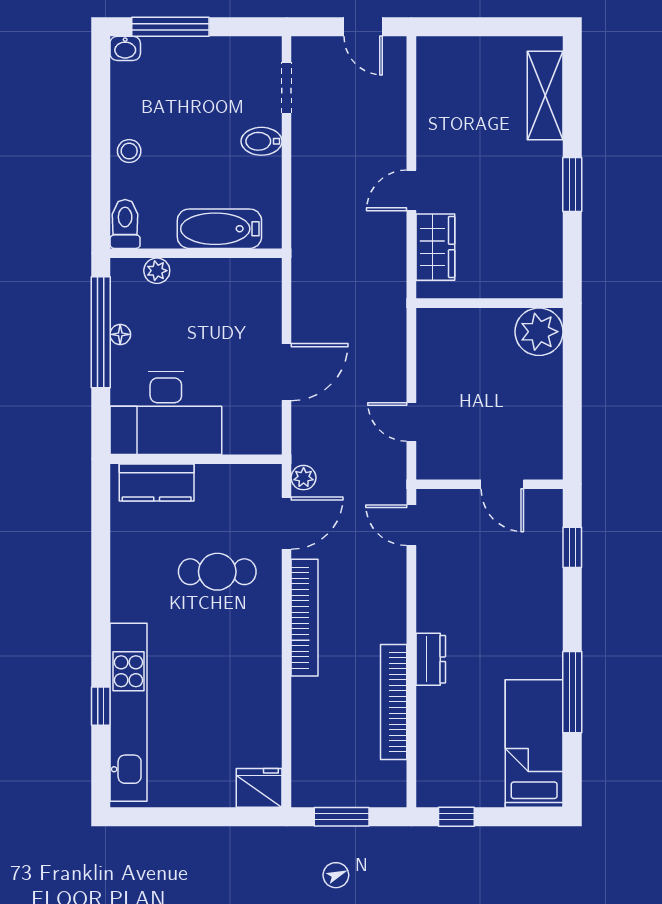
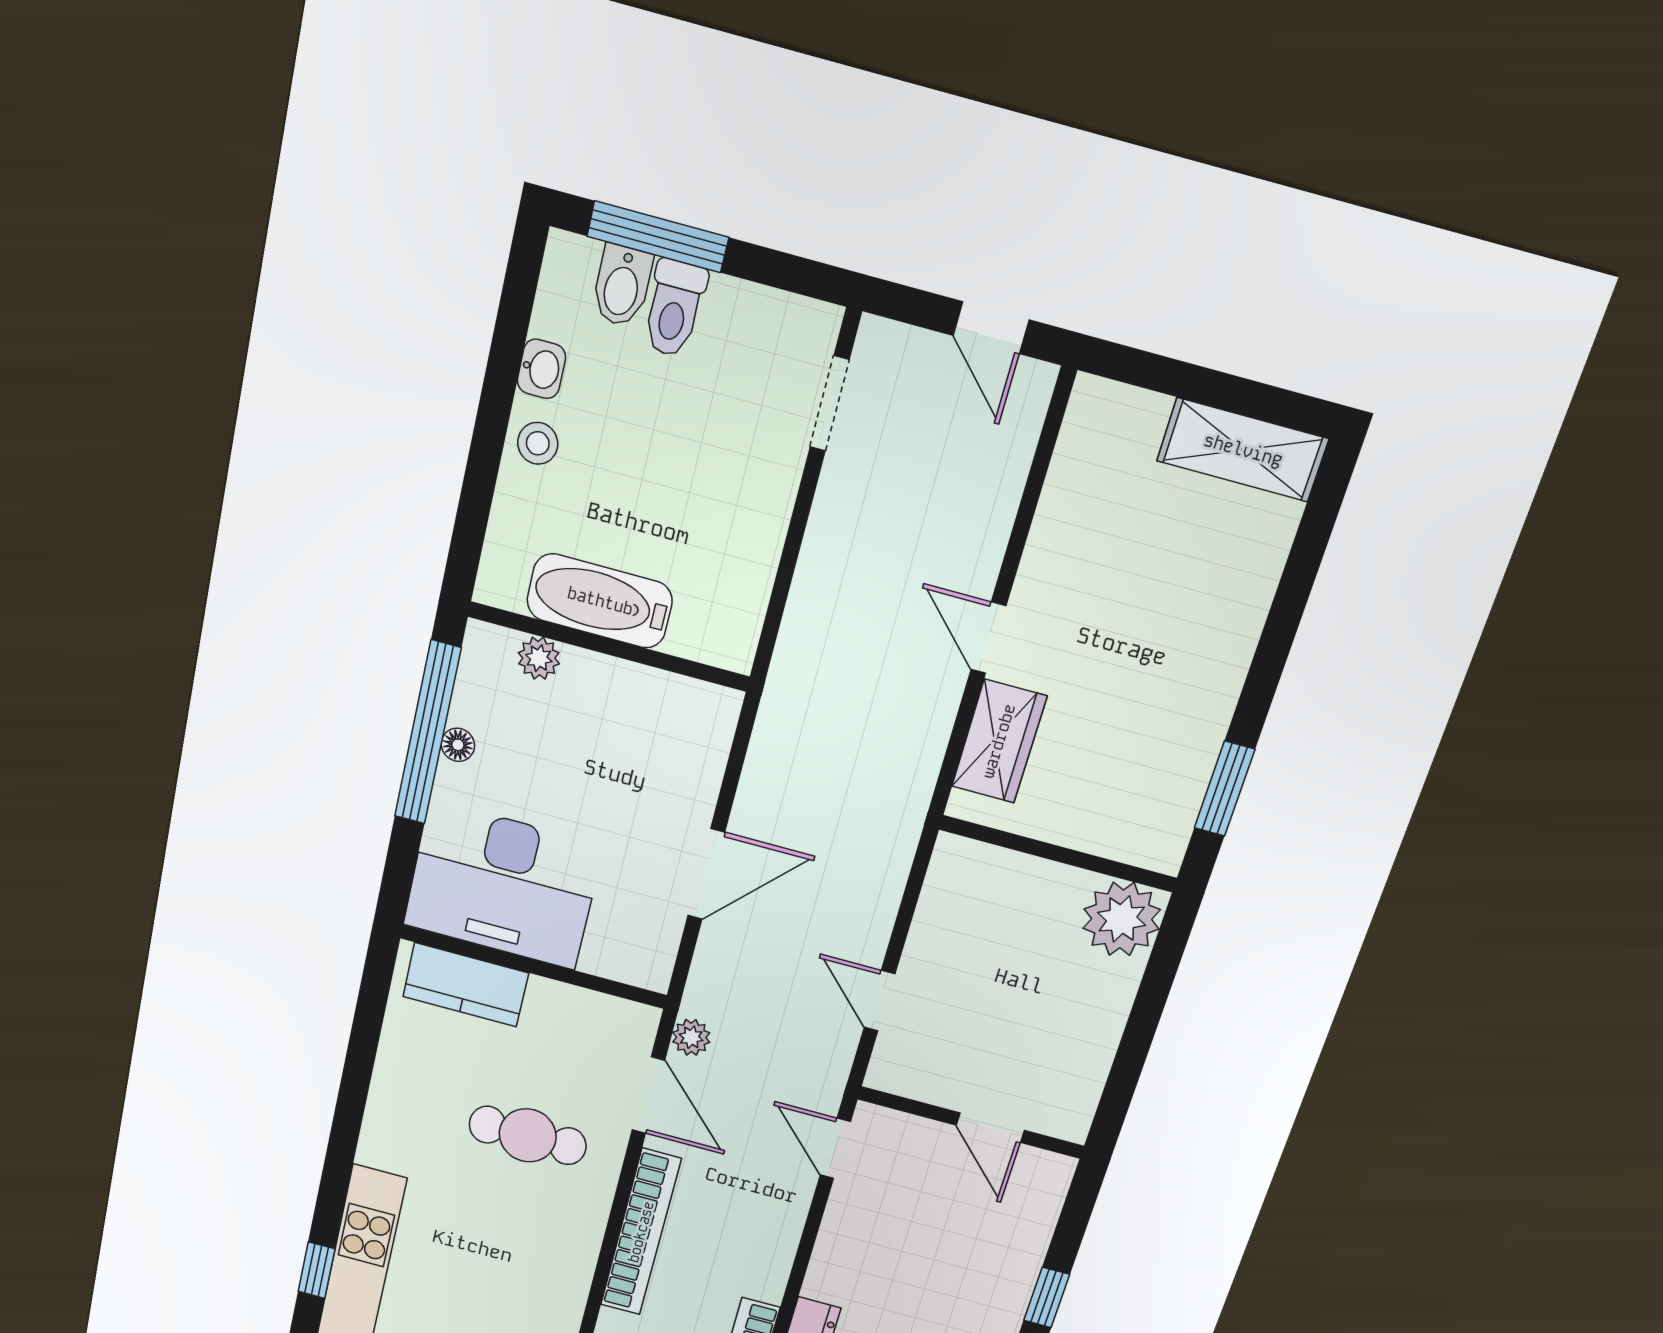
washbasin: (125, 48) -> (541, 369), moved, turned -90
shelving: (545, 95) -> (1243, 450), moved, turned 90
bidet: (261, 141) -> (622, 286), moved, turned -90
window: (572, 185) -> (1224, 789), moved
door: (411, 190) -> (988, 638), hinge flipped
toilet: (125, 224) -> (674, 308), moved, turned 180
bathtub: (219, 229) -> (600, 601), moved
door: (287, 523) -> (648, 1095), hinge flipped
window: (572, 547) -> (1047, 1297), moved

